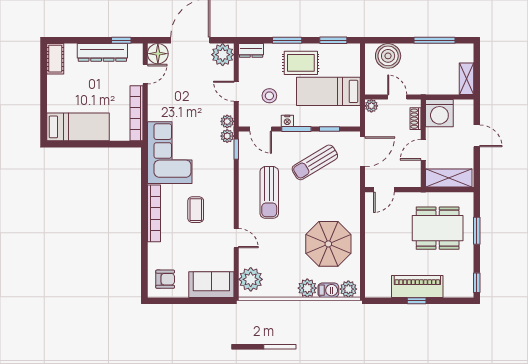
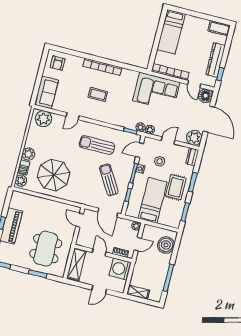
corner sofa: (170, 153) -> (156, 91), moved

